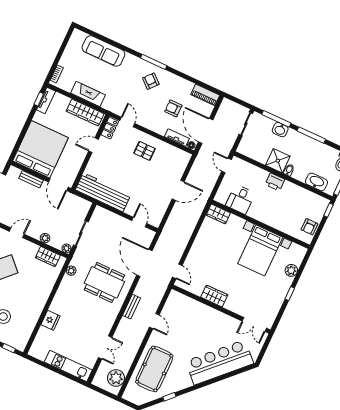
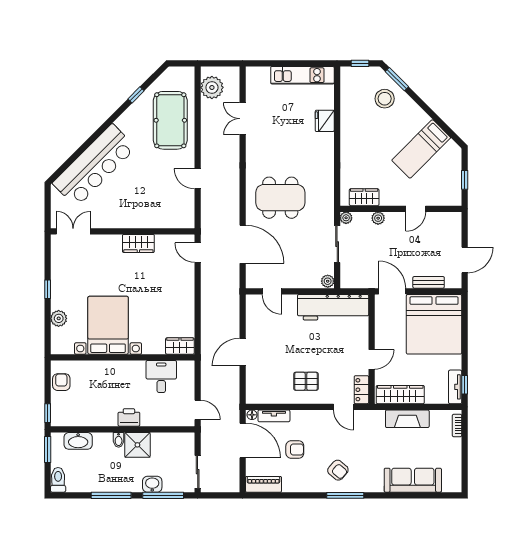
plant: (71, 271) -> (328, 281), moved
bench: (132, 307) -> (233, 184), removed
kitchen unit: (68, 366) -> (302, 75), moved

